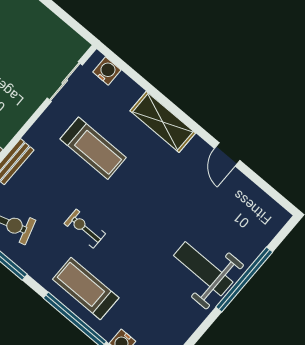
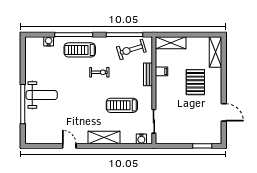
treadmill: (86, 288) -> (80, 50), turned 180

